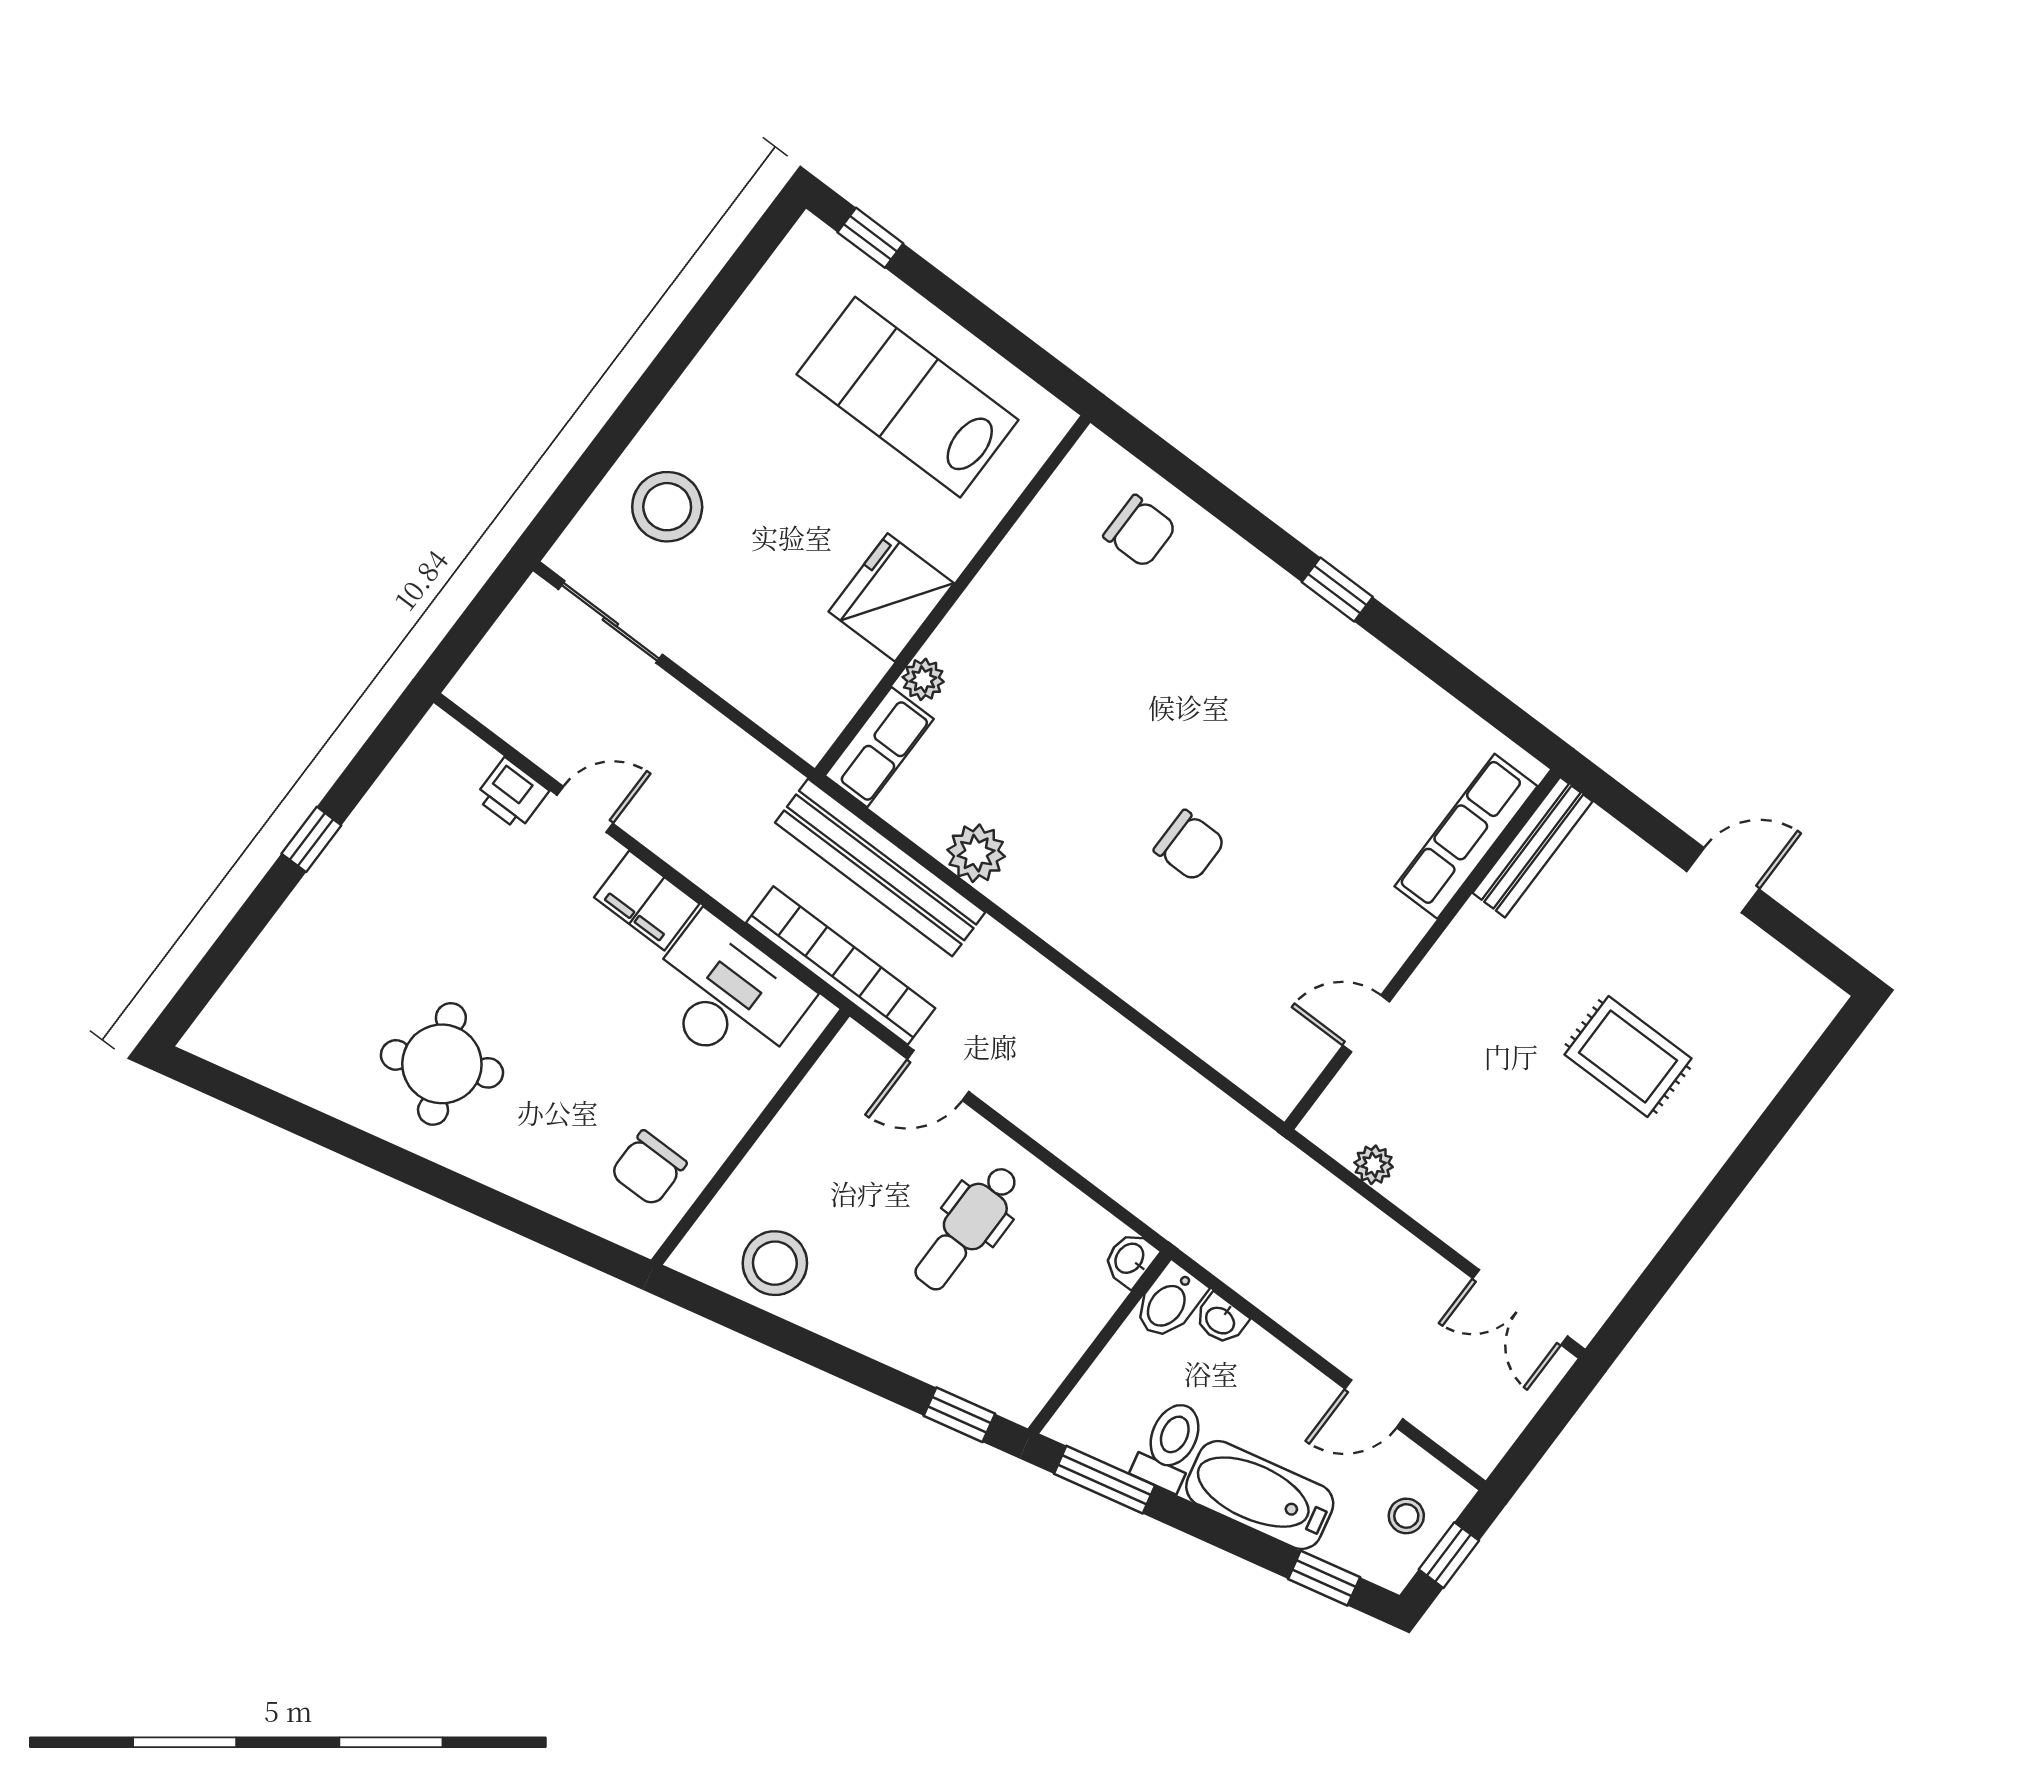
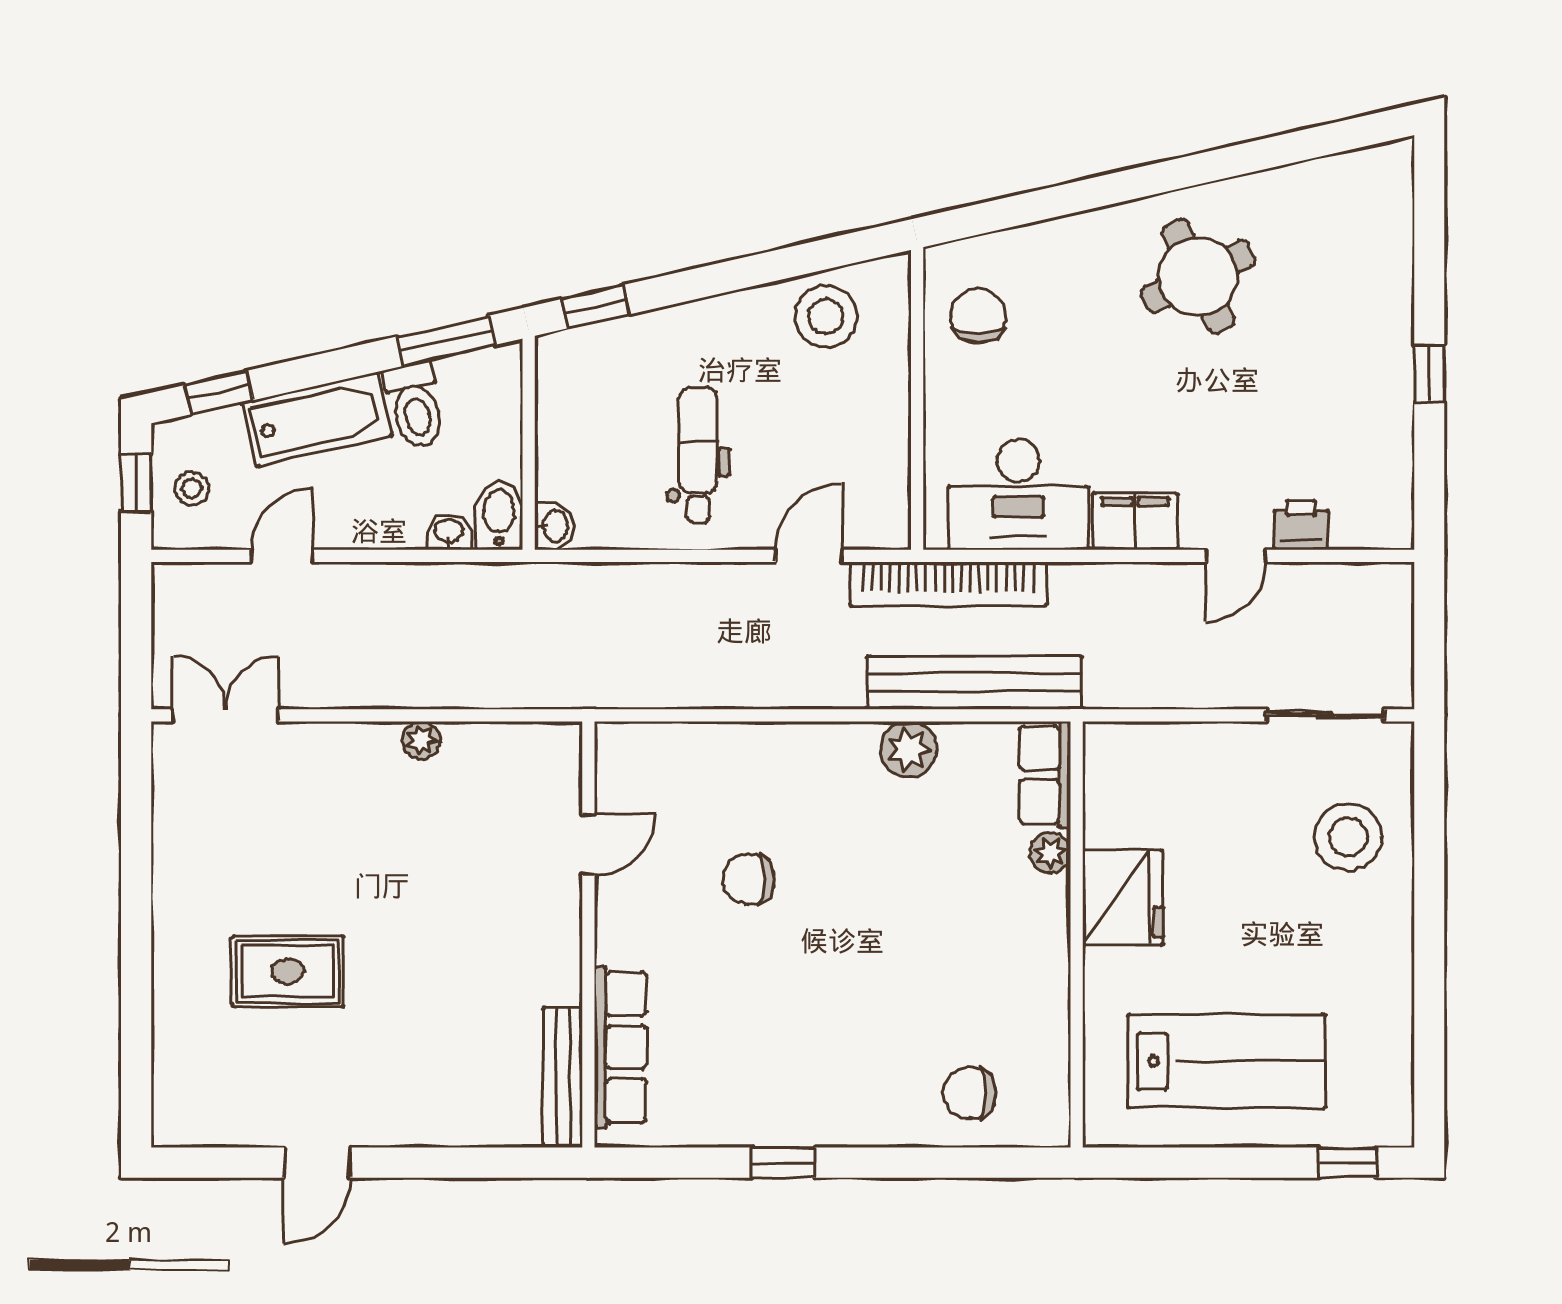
row of seats: (1466, 836) -> (620, 1047), moved
bench: (1532, 847) -> (563, 1077), moved
wall: (1422, 949) -> (588, 934), moved
door: (1366, 1024) -> (588, 845), moved

